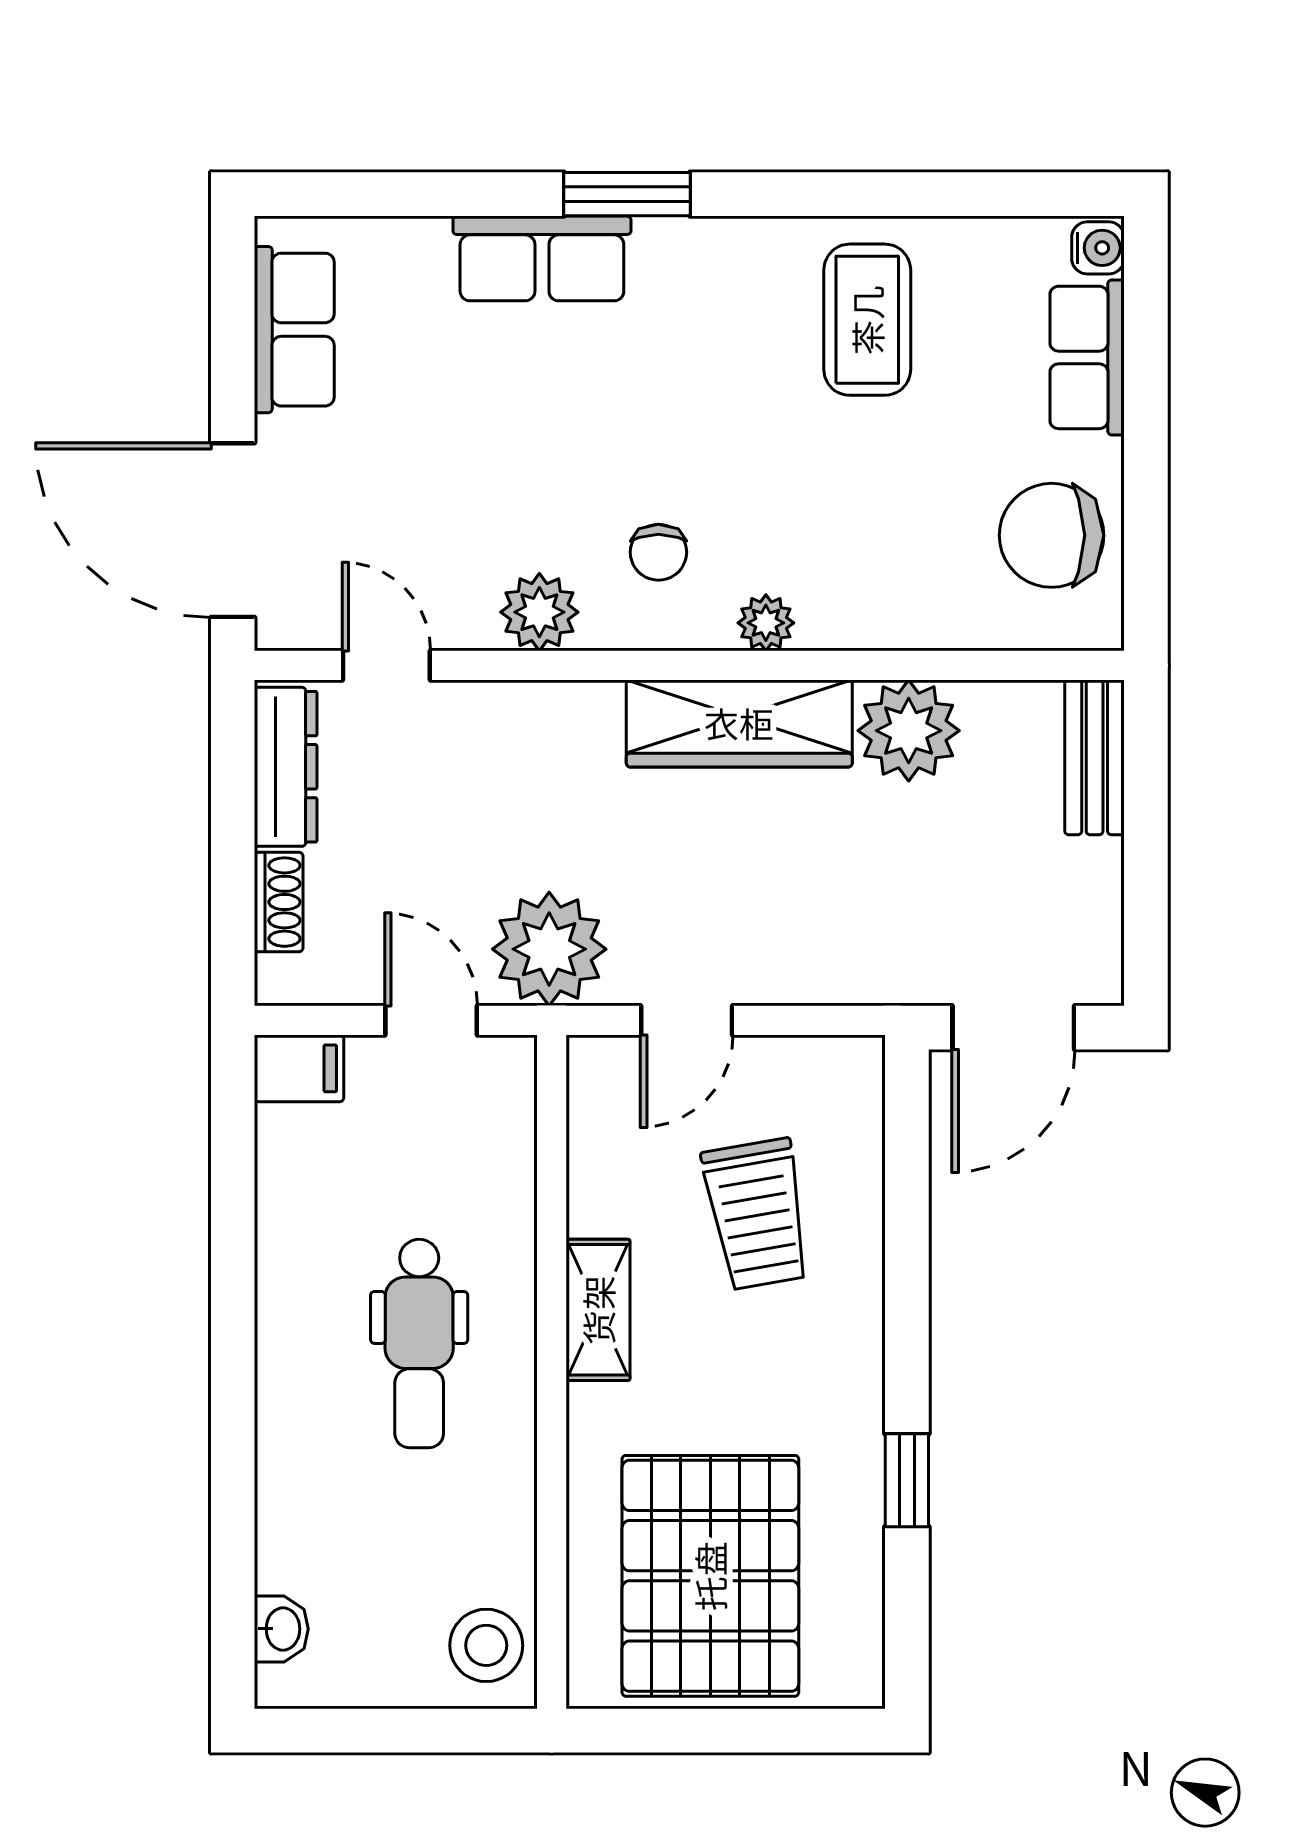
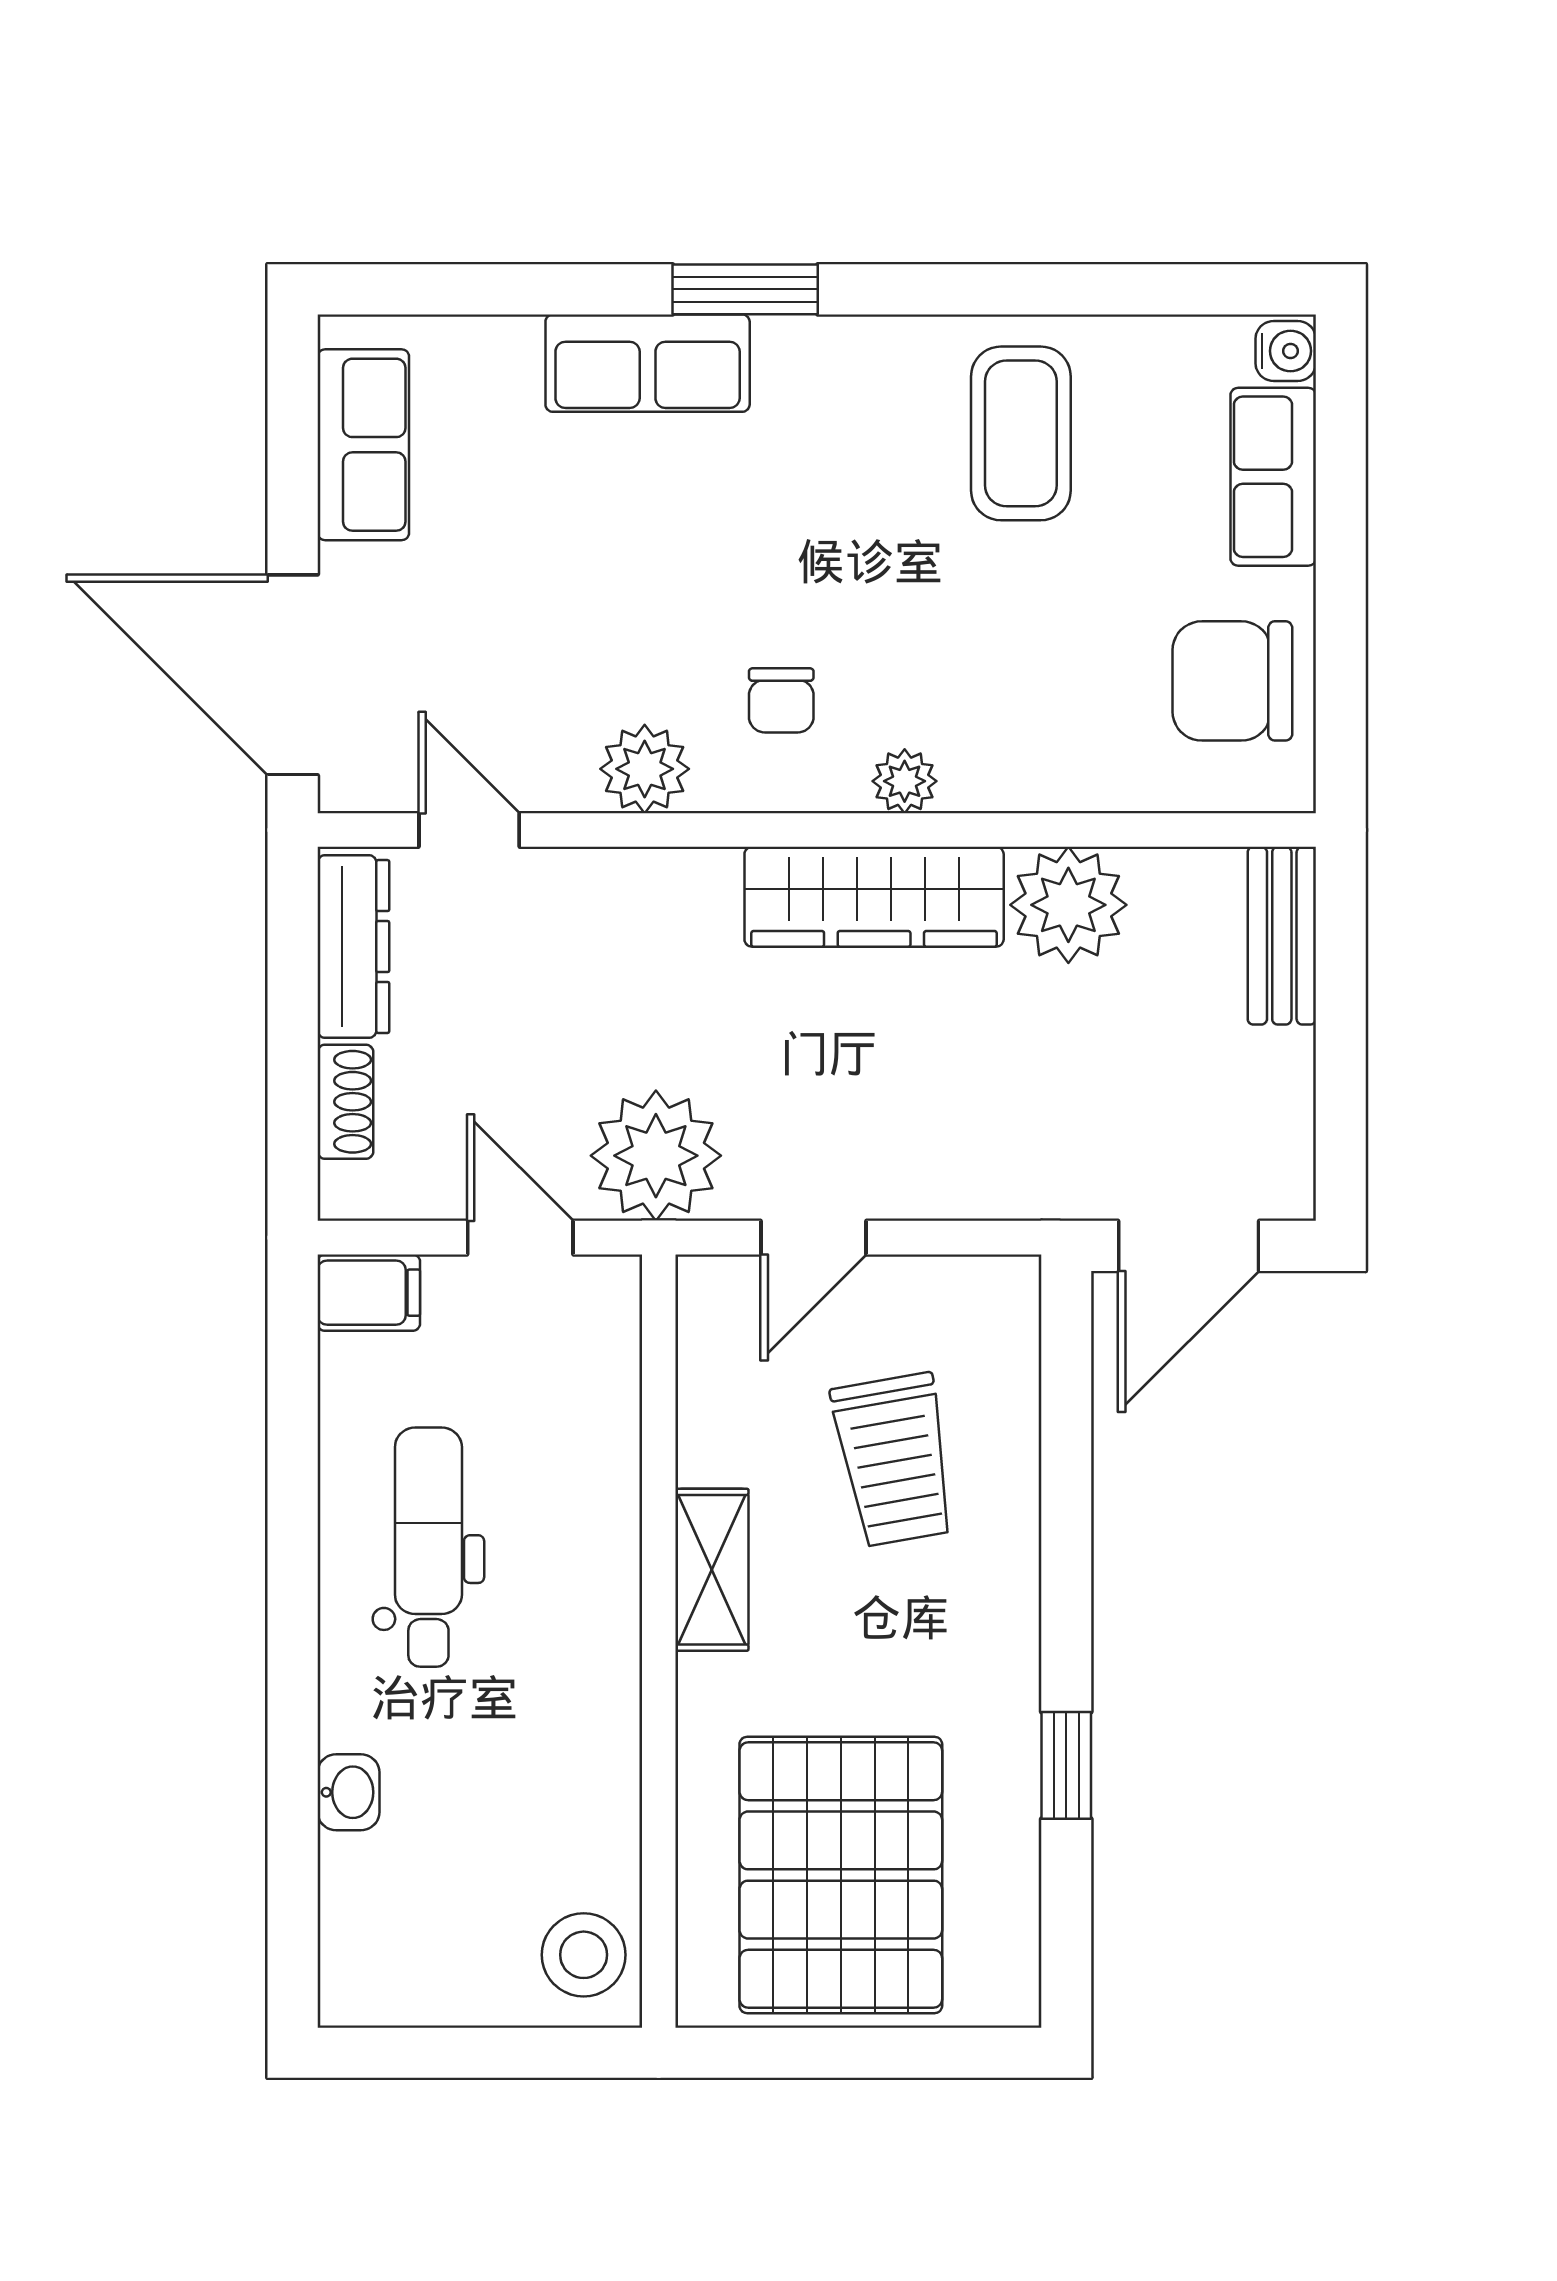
dental chair: (419, 1344) -> (428, 1547), moved, turned 180
washbasin: (281, 1629) -> (348, 1792), moved

